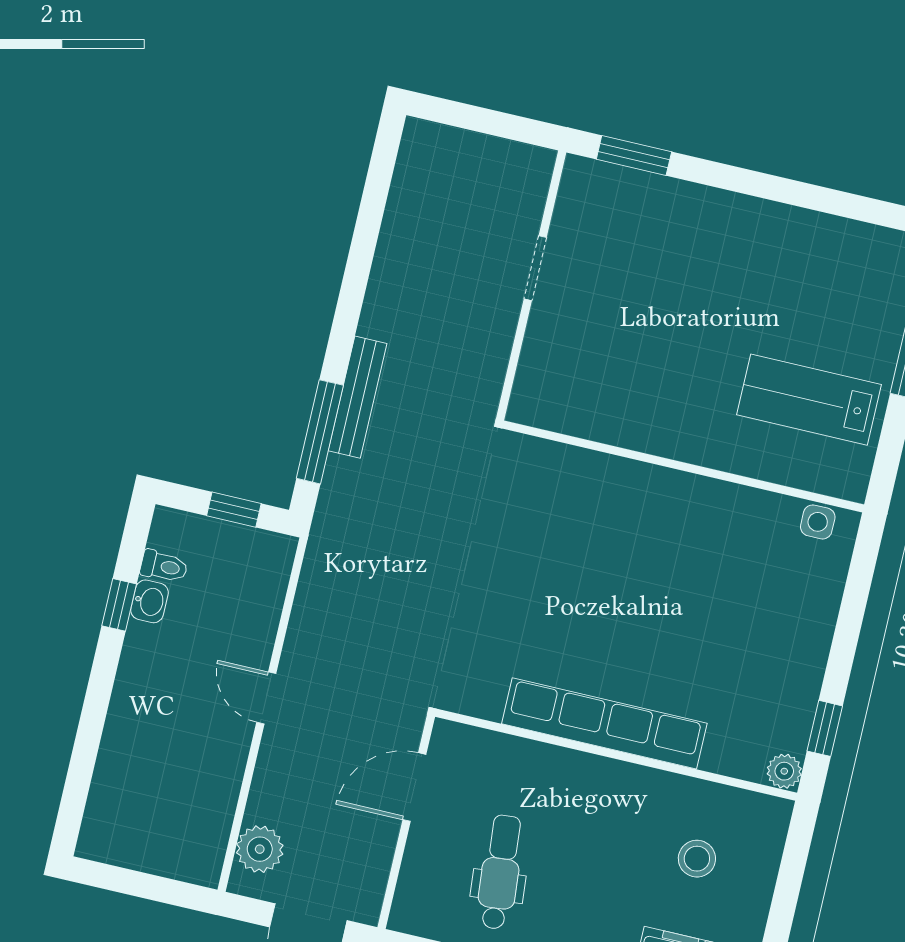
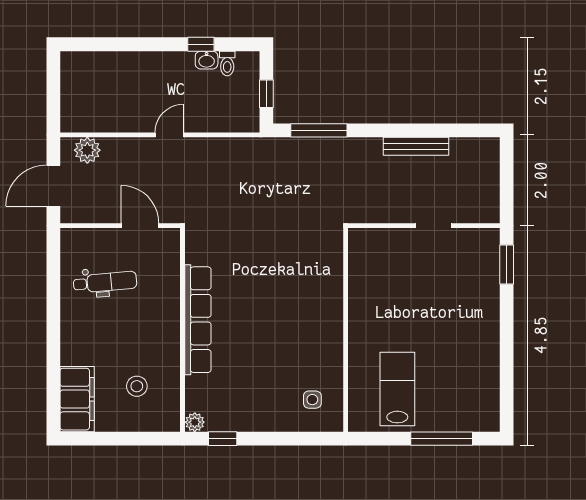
bench: (358, 397) -> (416, 146), moved
side table: (818, 522) -> (312, 400), moved

